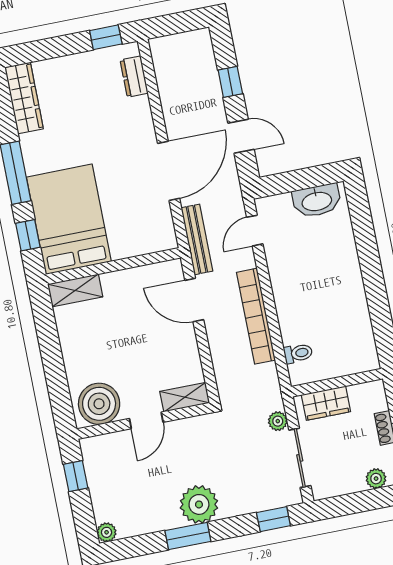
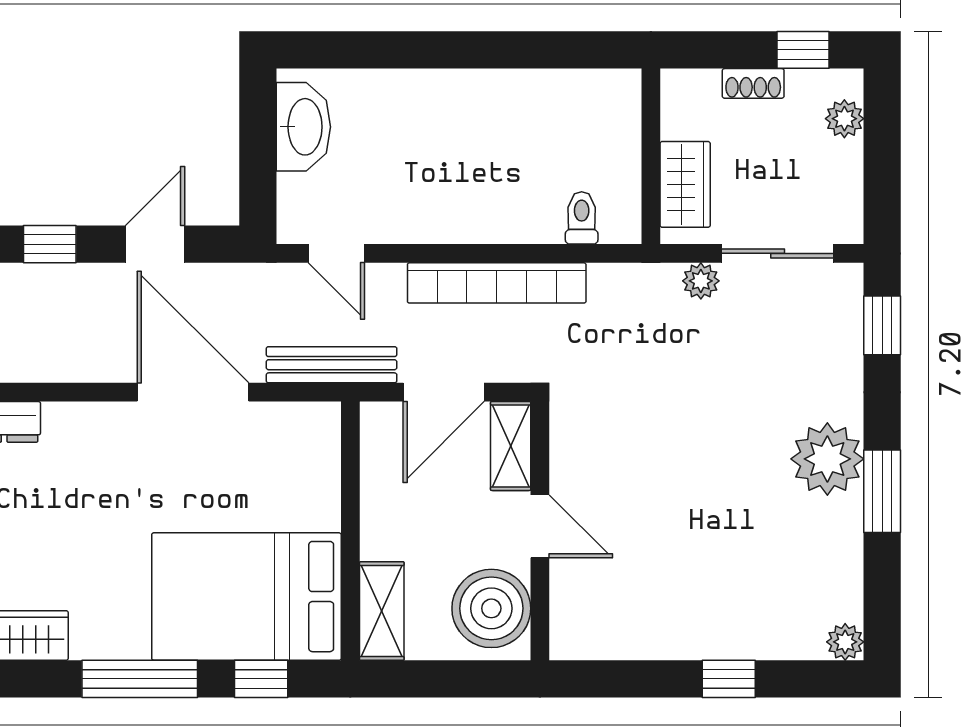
shelving: (185, 397) -> (511, 446), moved
boiler: (99, 404) -> (491, 608), moved
door: (146, 420) -> (540, 526), moved
wall: (144, 421) -> (540, 531), moved

